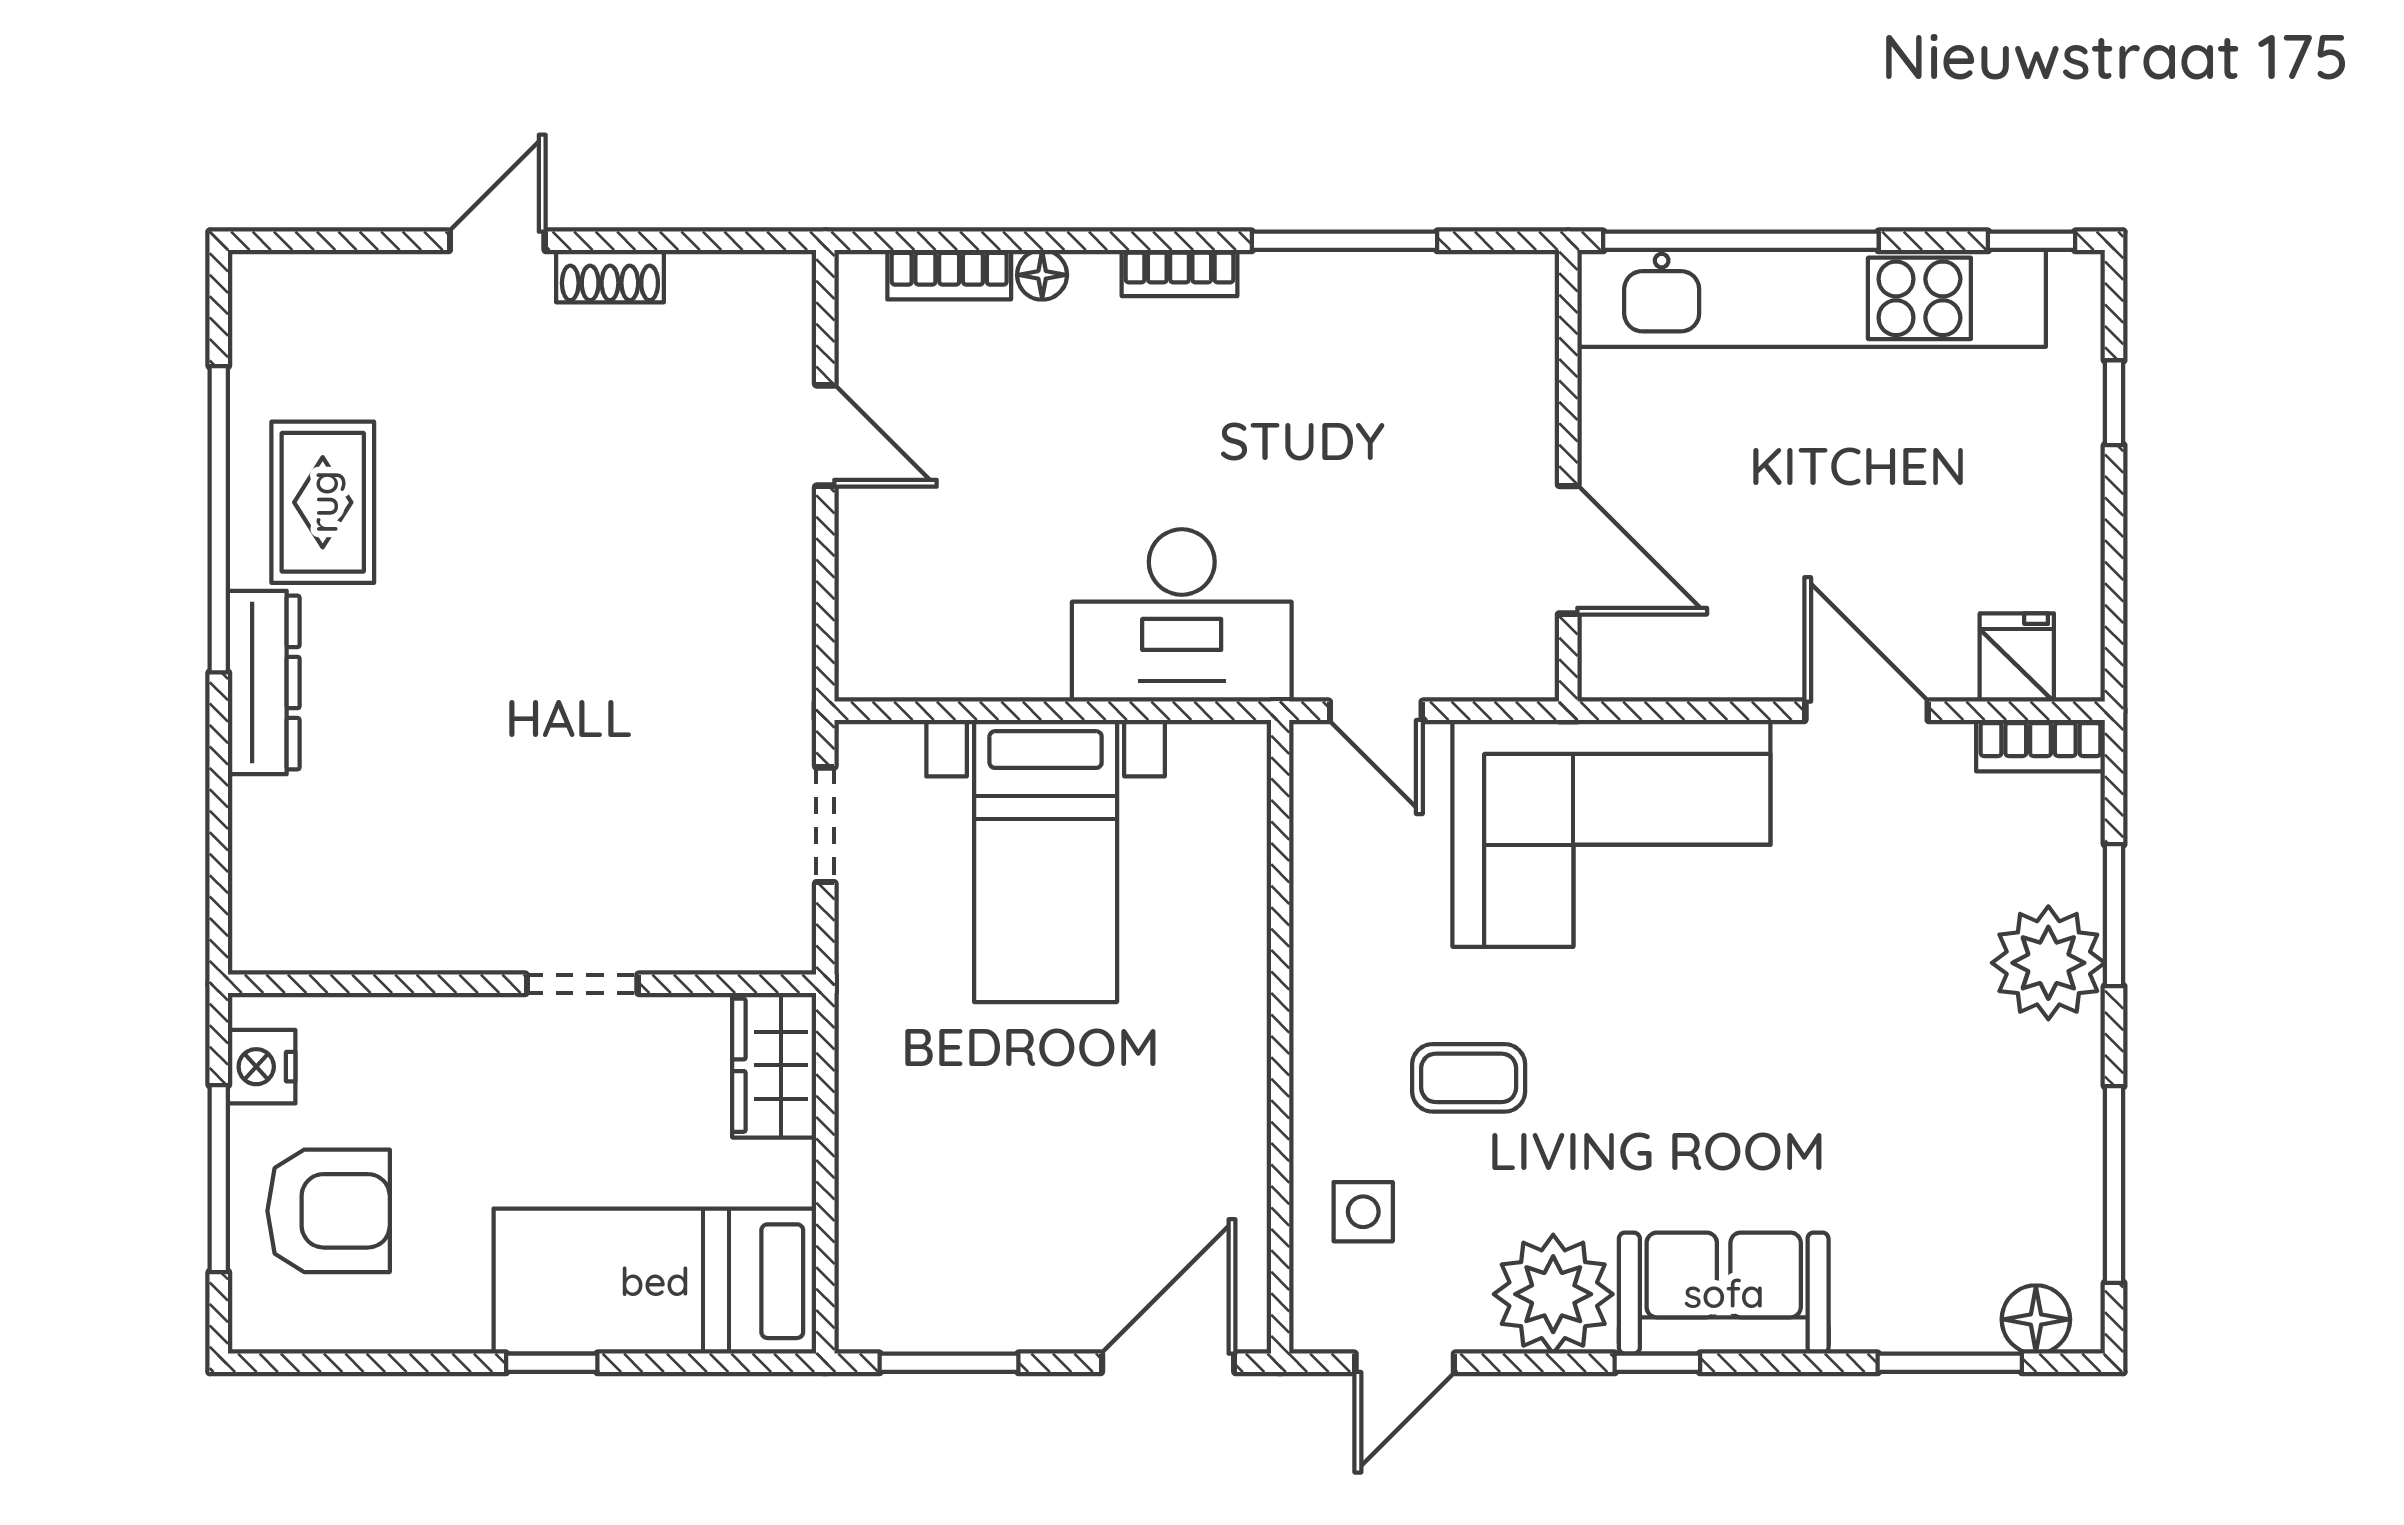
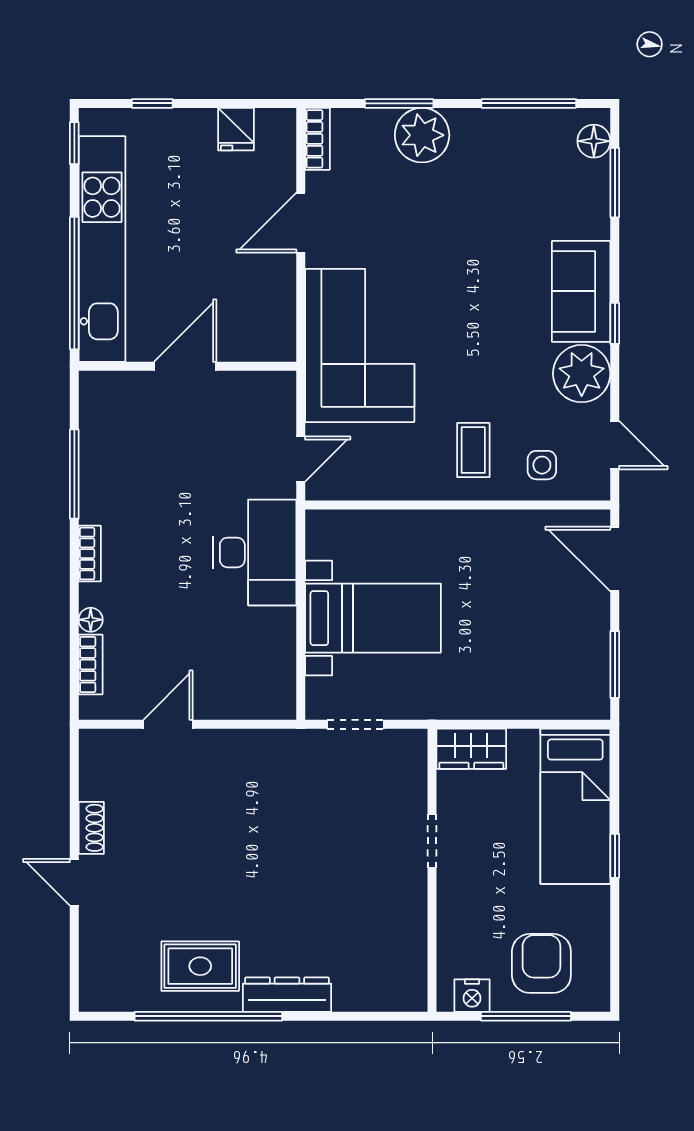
door: (1568, 550) -> (185, 366), moved
fridge: (2017, 658) -> (236, 129), moved, turned -90
coffee table: (1469, 1078) -> (473, 450), moved

